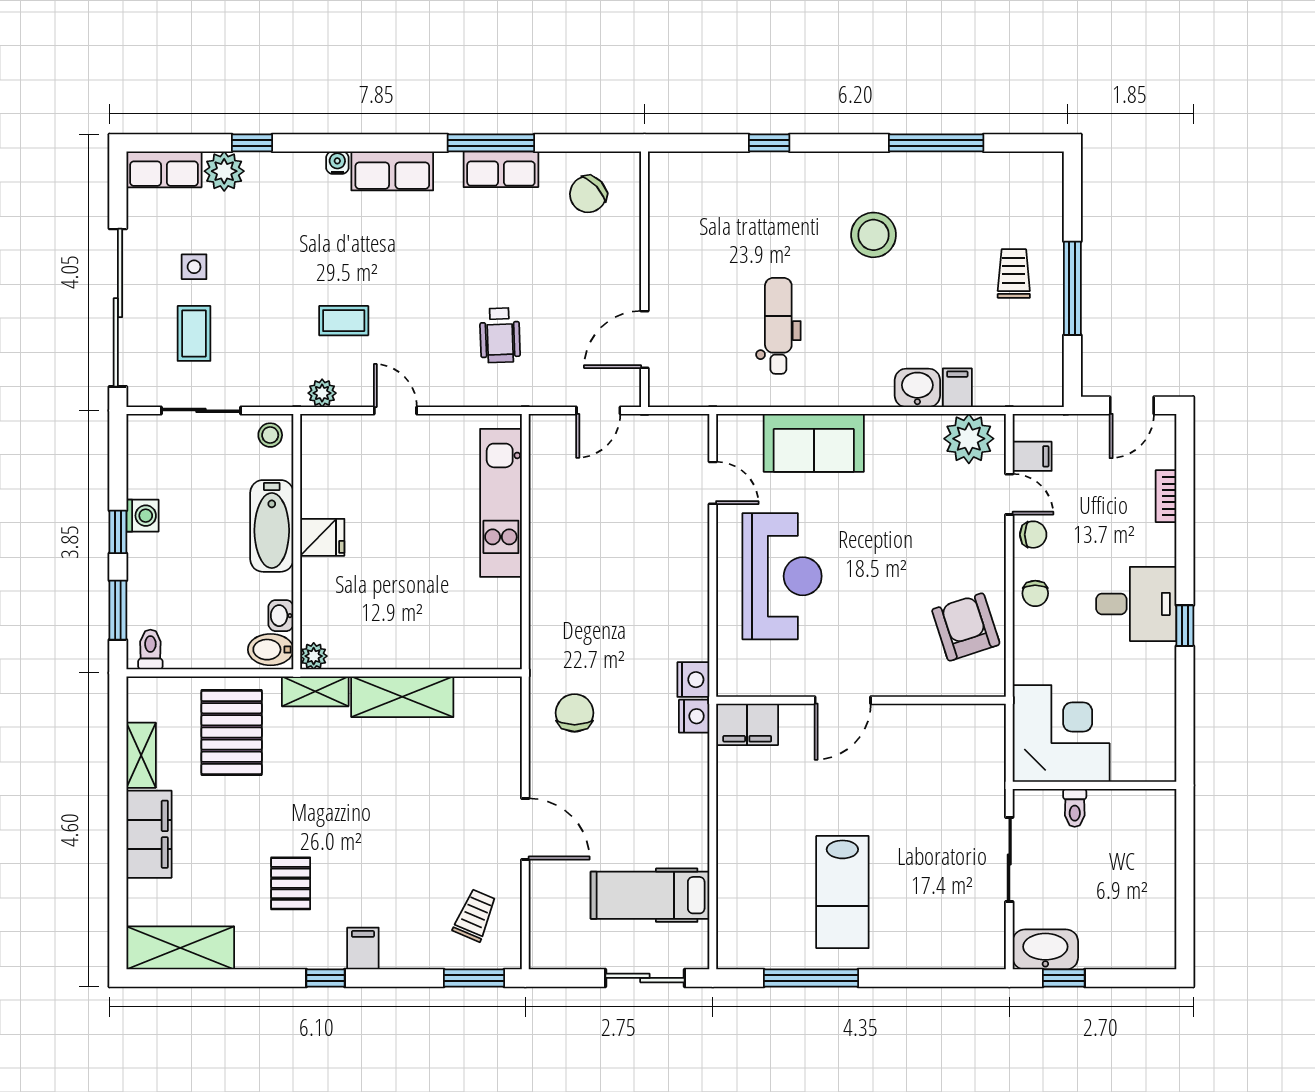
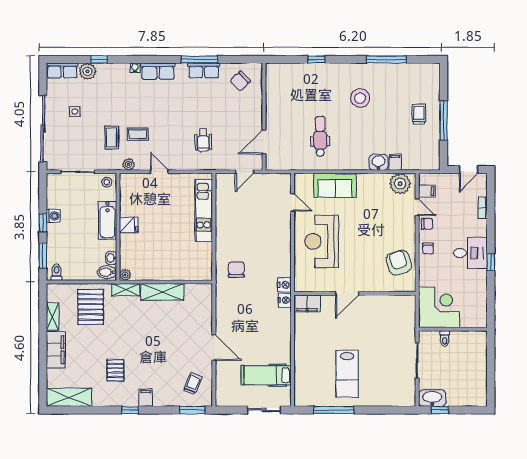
coffee table: (194, 333) -> (112, 137), moved
reception desk: (782, 576) -> (322, 241), turned 180
chair: (575, 713) -> (236, 270), moved

